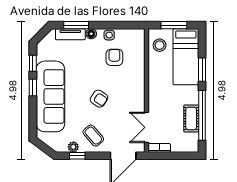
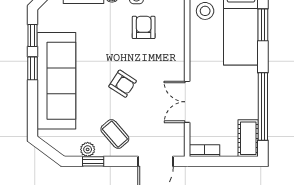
window: (202, 70) -> (263, 25), moved
cot: (191, 118) -> (248, 138), moved
double door: (146, 127) -> (187, 102), moved

